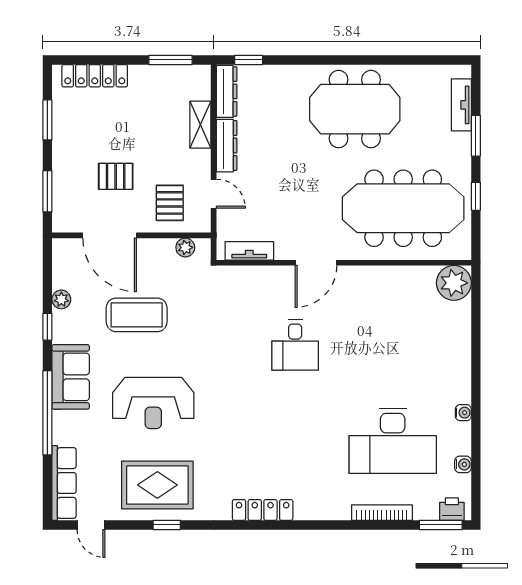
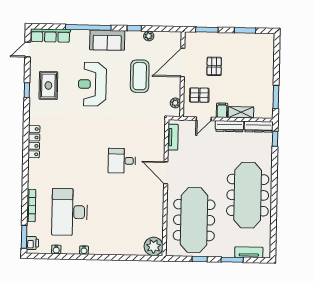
locker: (95, 76) -> (268, 56), removed
meeting table: (355, 109) -> (248, 195), width x1.36
filing cabinet: (197, 160) -> (222, 110), added
rug: (157, 485) -> (48, 85), width x0.73, depth x0.70

